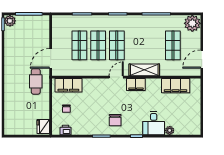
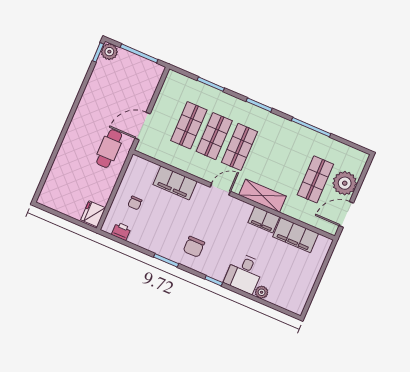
plant: (192, 23) -> (345, 183), moved
filing cabinet: (136, 84) -> (264, 220), moved
filing cabinet: (68, 85) -> (175, 183), moved

